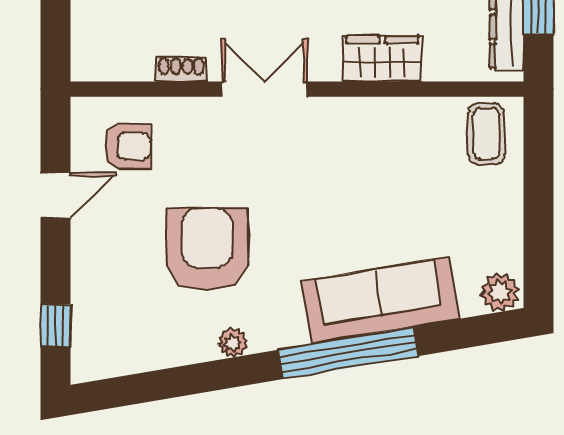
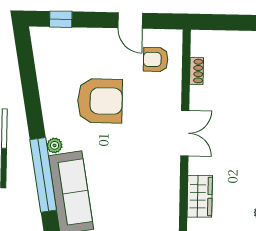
shoe rack: (182, 69) -> (196, 71), moved
armchair: (128, 146) -> (156, 59), turned 90
plant: (233, 343) -> (55, 145), moved

